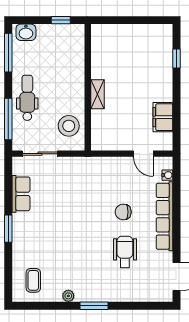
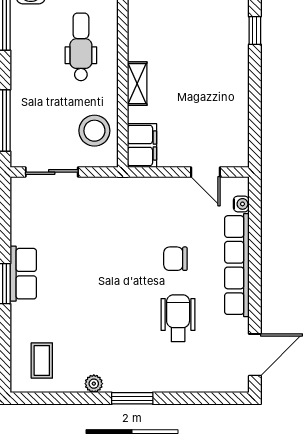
dental chair: (27, 98) -> (81, 47), moved
filing cabinet: (163, 117) -> (142, 145), moved, turned 180
row of seats: (21, 194) -> (23, 274), moved

